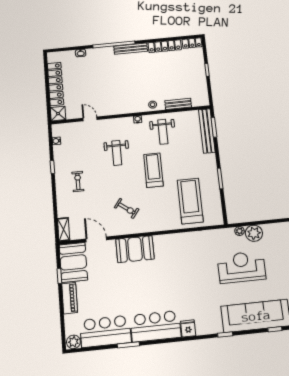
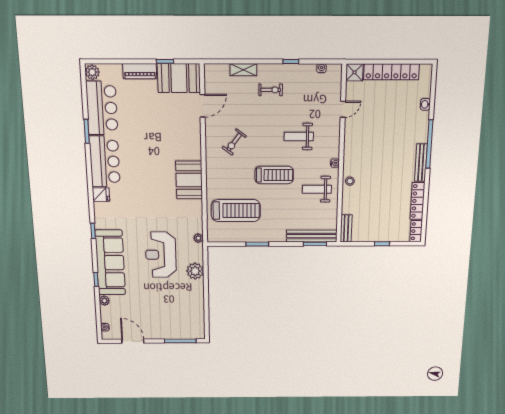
bench: (178, 104) -> (346, 228), moved
shelving: (64, 229) -> (243, 70), moved
plant: (240, 231) -> (198, 238), moved
booth: (135, 249) -> (189, 180), moved
reception desk: (241, 267) -> (161, 255), turned 180

